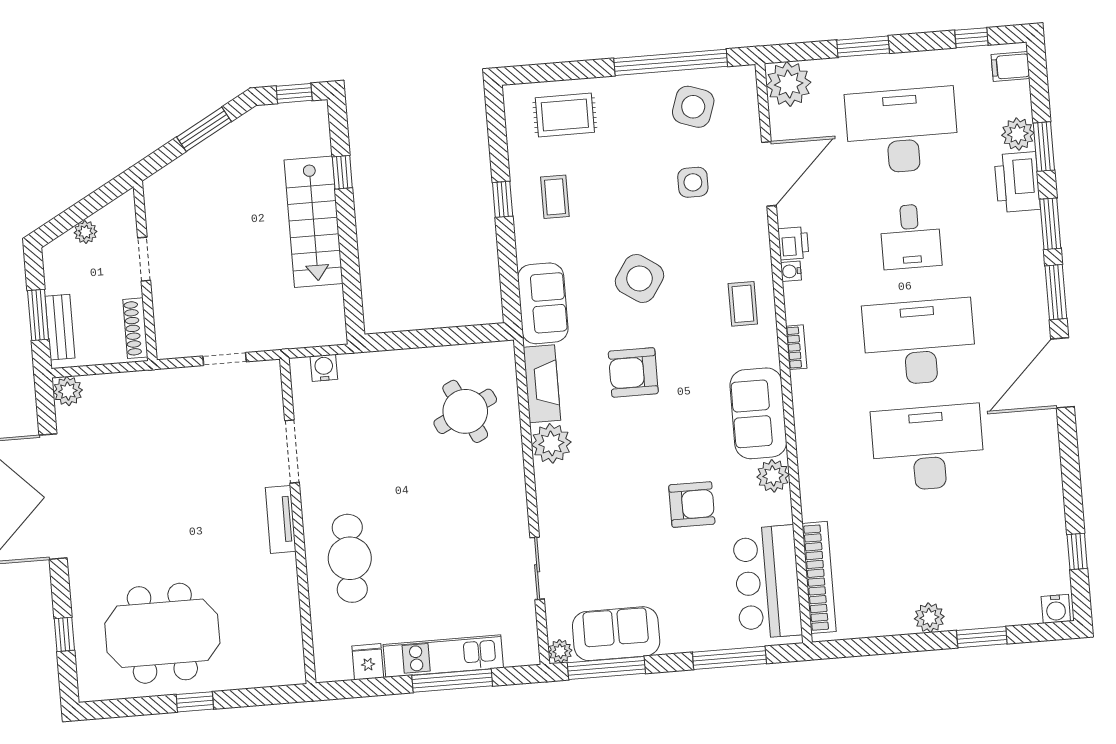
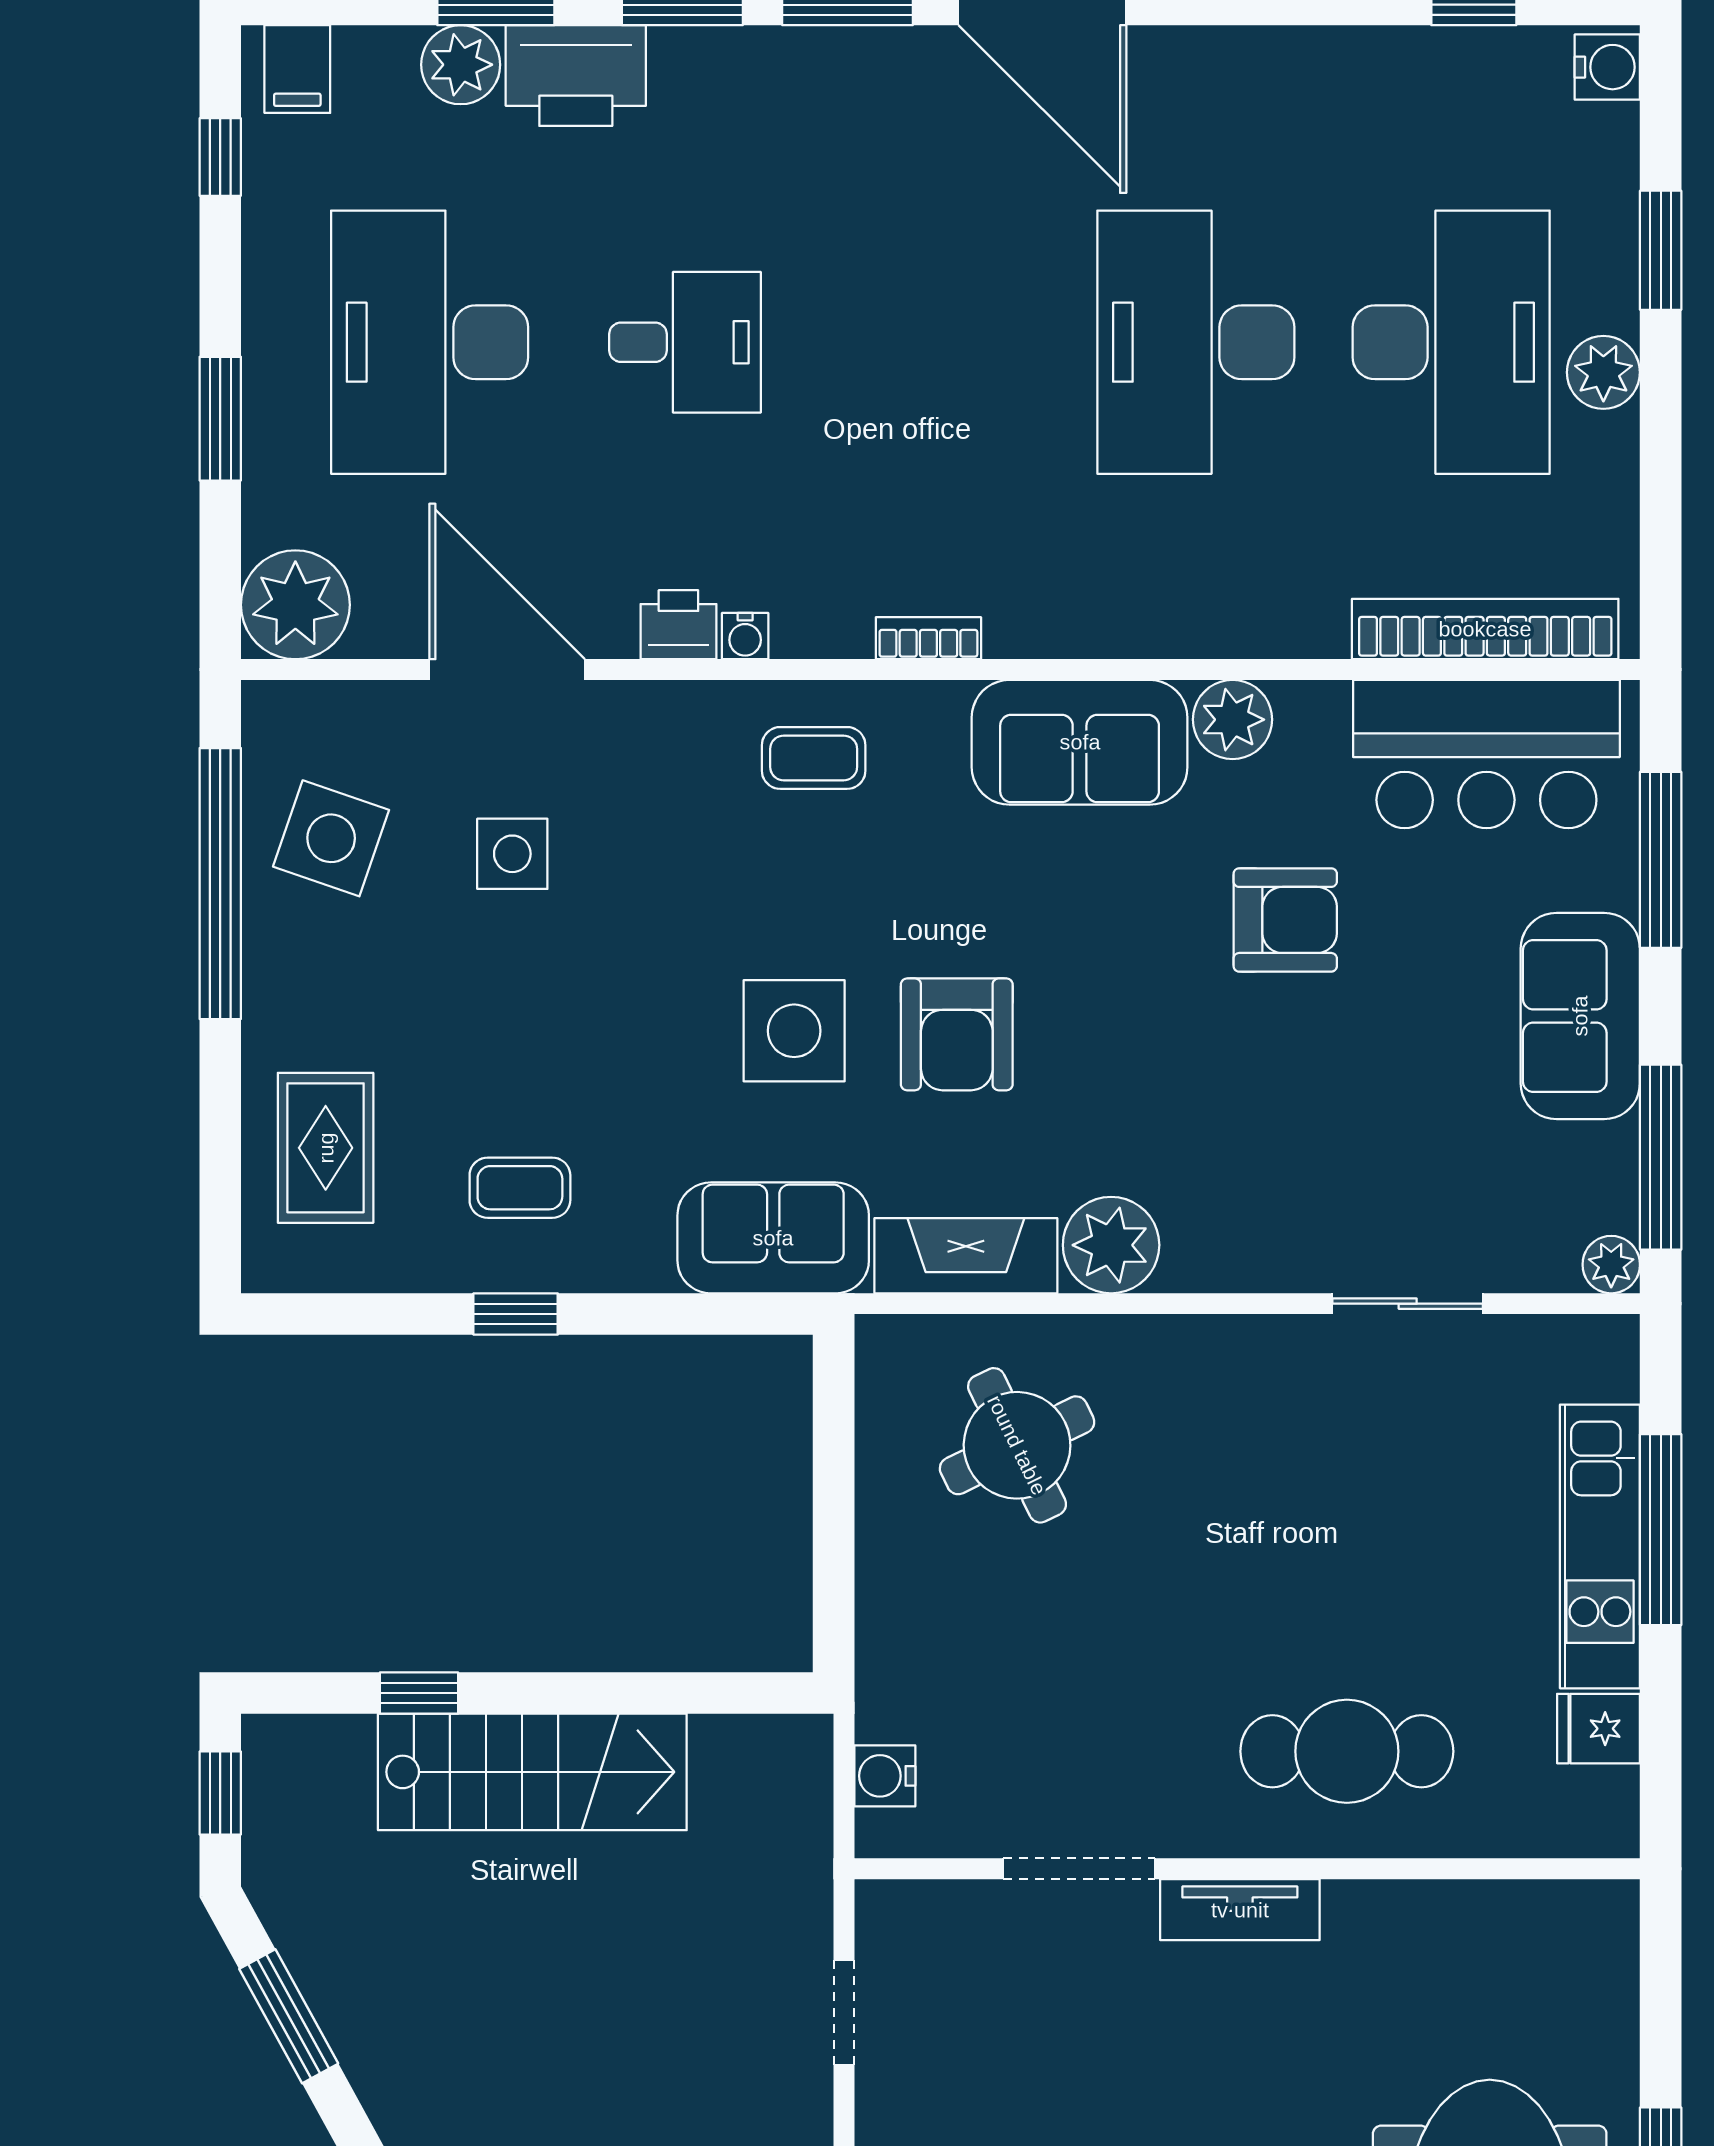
side table: (639, 278) -> (794, 1031), moved, turned -34
desk: (919, 342) -> (1451, 342), moved, turned 180
armchair: (692, 504) -> (1285, 920), turned 90
sofa: (616, 634) -> (1580, 1016), moved

